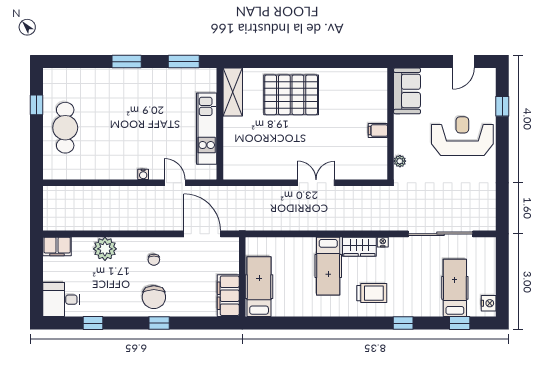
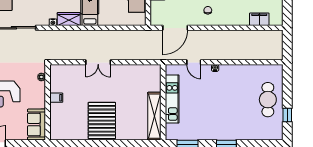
shelving: (233, 92) -> (154, 116), width x1.47
pallet: (291, 95) -> (102, 121), moved, turned 90
door: (202, 234) -> (175, 28), hinge flipped
filing cabinet: (57, 246) -> (259, 19), moved
plant: (105, 249) -> (241, 18), removed

